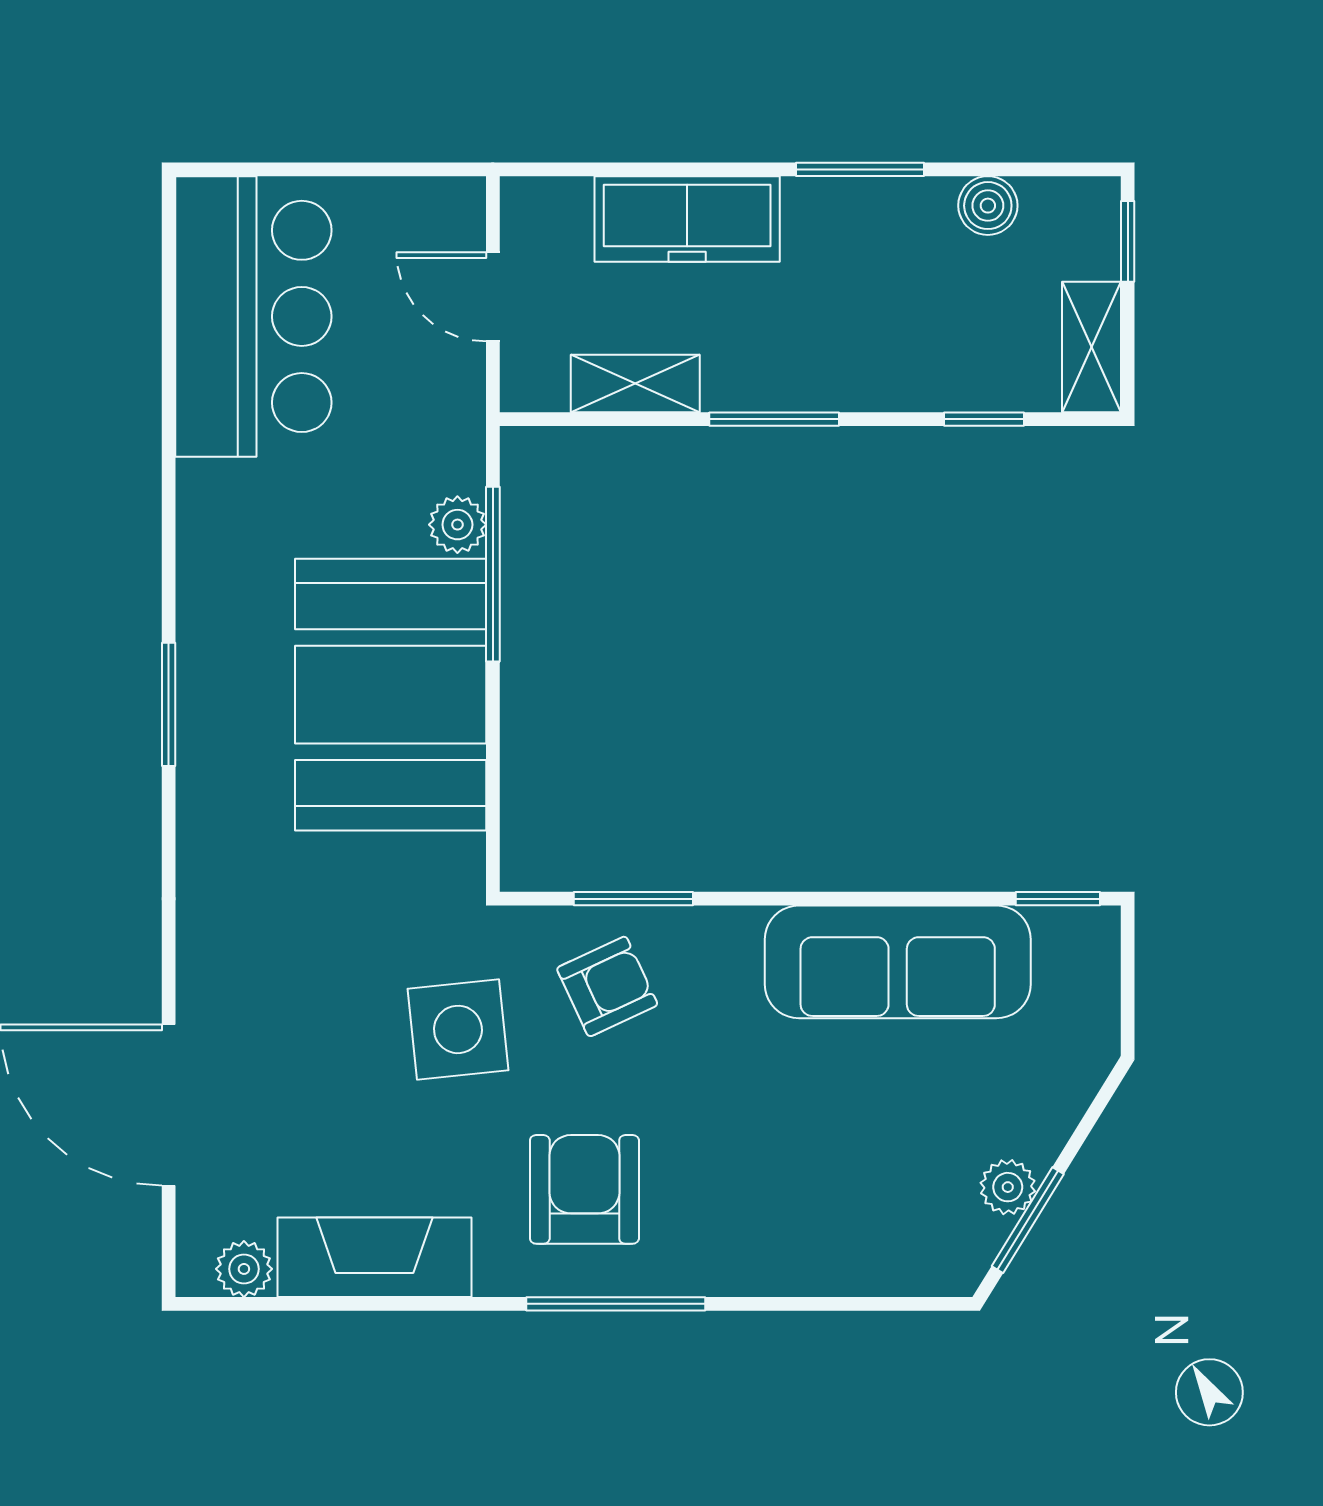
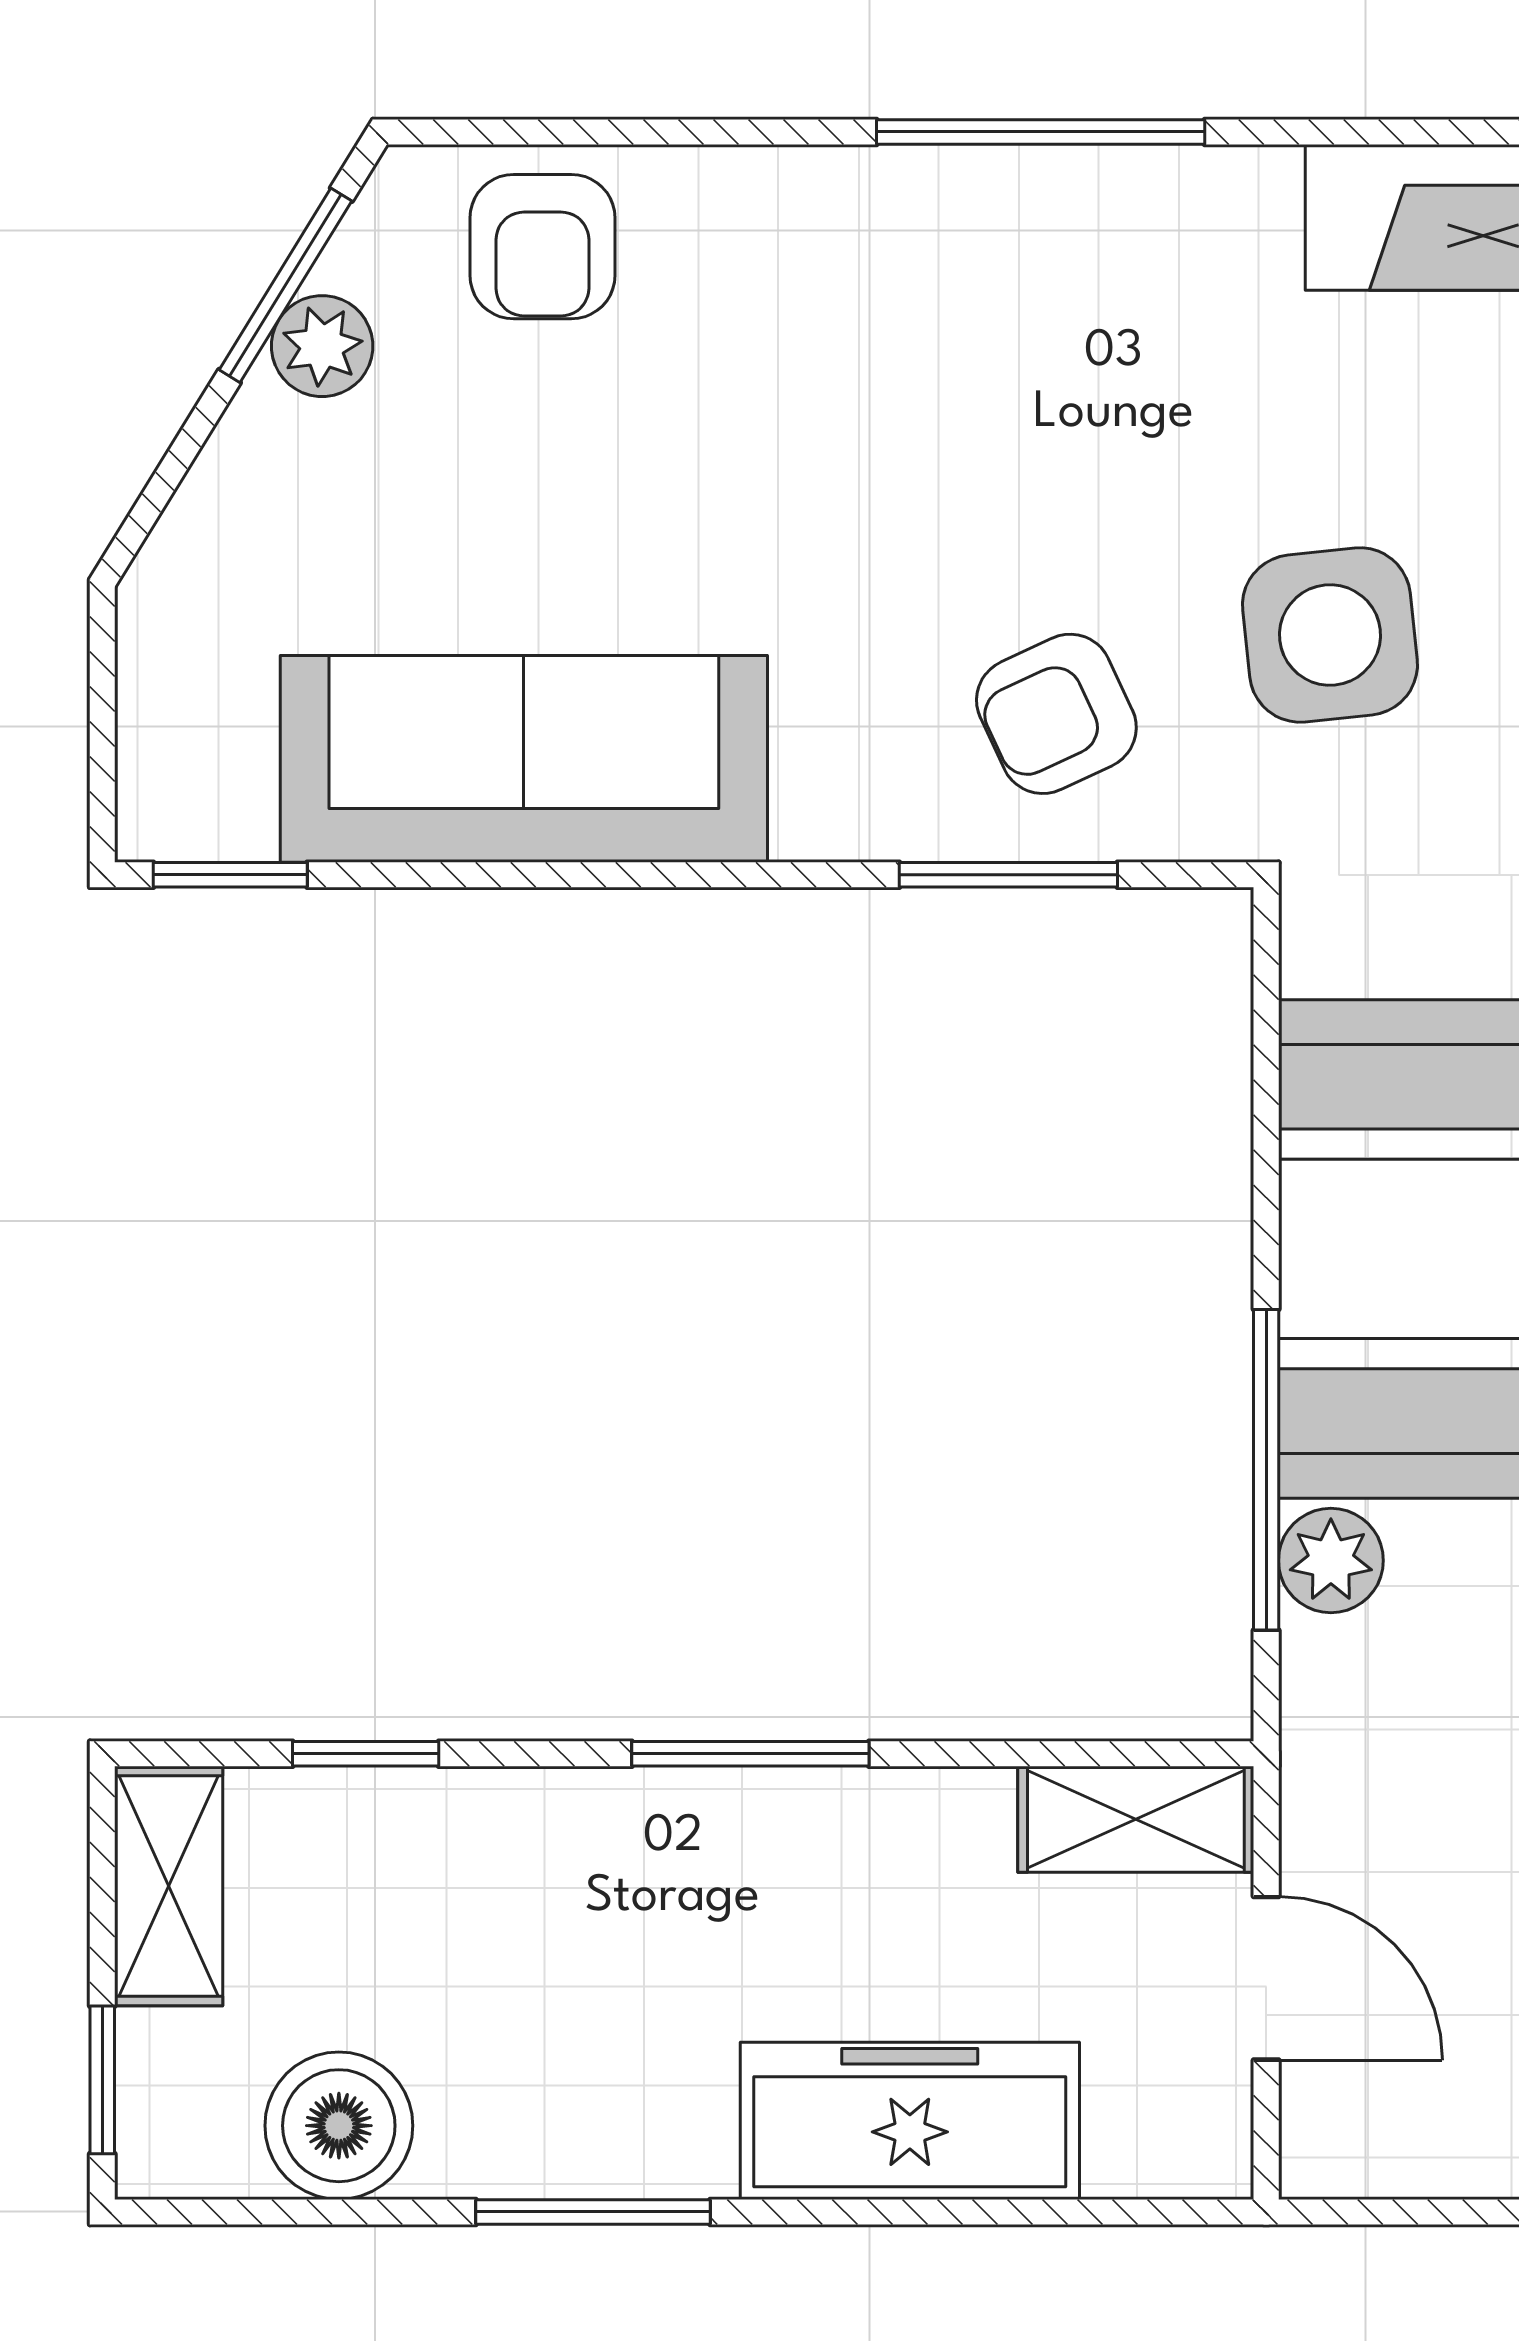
boiler: (988, 206) -> (339, 2126), width x1.36, depth x1.36
shelving: (635, 383) -> (1136, 1819), moved
armchair: (584, 1189) -> (542, 247), moved, width x0.72, depth x0.72

